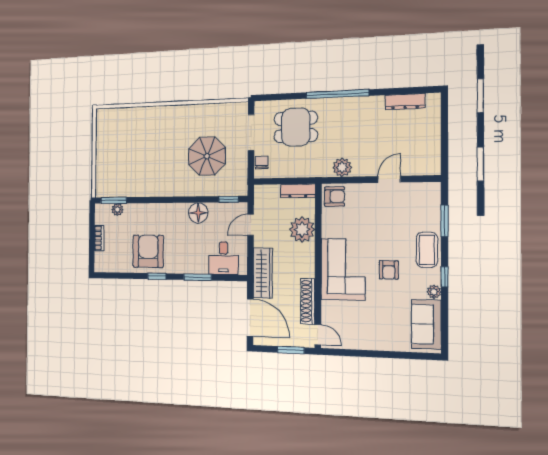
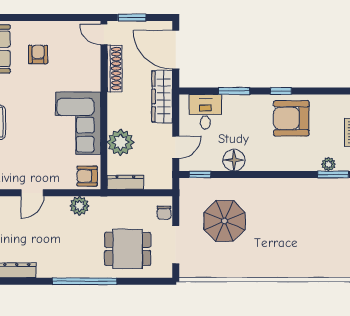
armchair: (148, 251) -> (291, 118), turned 90
corner sofa: (343, 269) -> (78, 123), moved
armchair: (389, 270) -> (38, 54), moved

